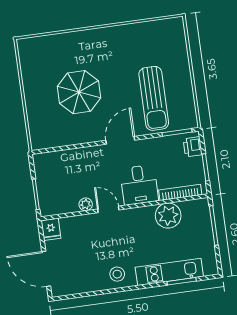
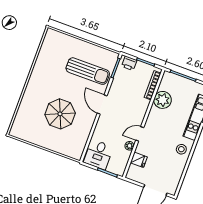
desk: (139, 185) -> (98, 155), moved, turned 90
fridge: (51, 229) -> (139, 160), moved

